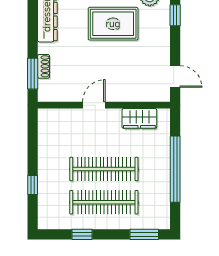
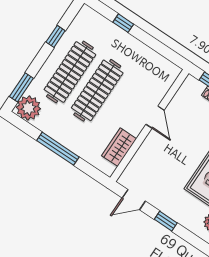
window: (175, 15) -> (166, 221), moved
window: (175, 169) -> (58, 149), width x0.68
plant: (158, 217) -> (28, 108), added

